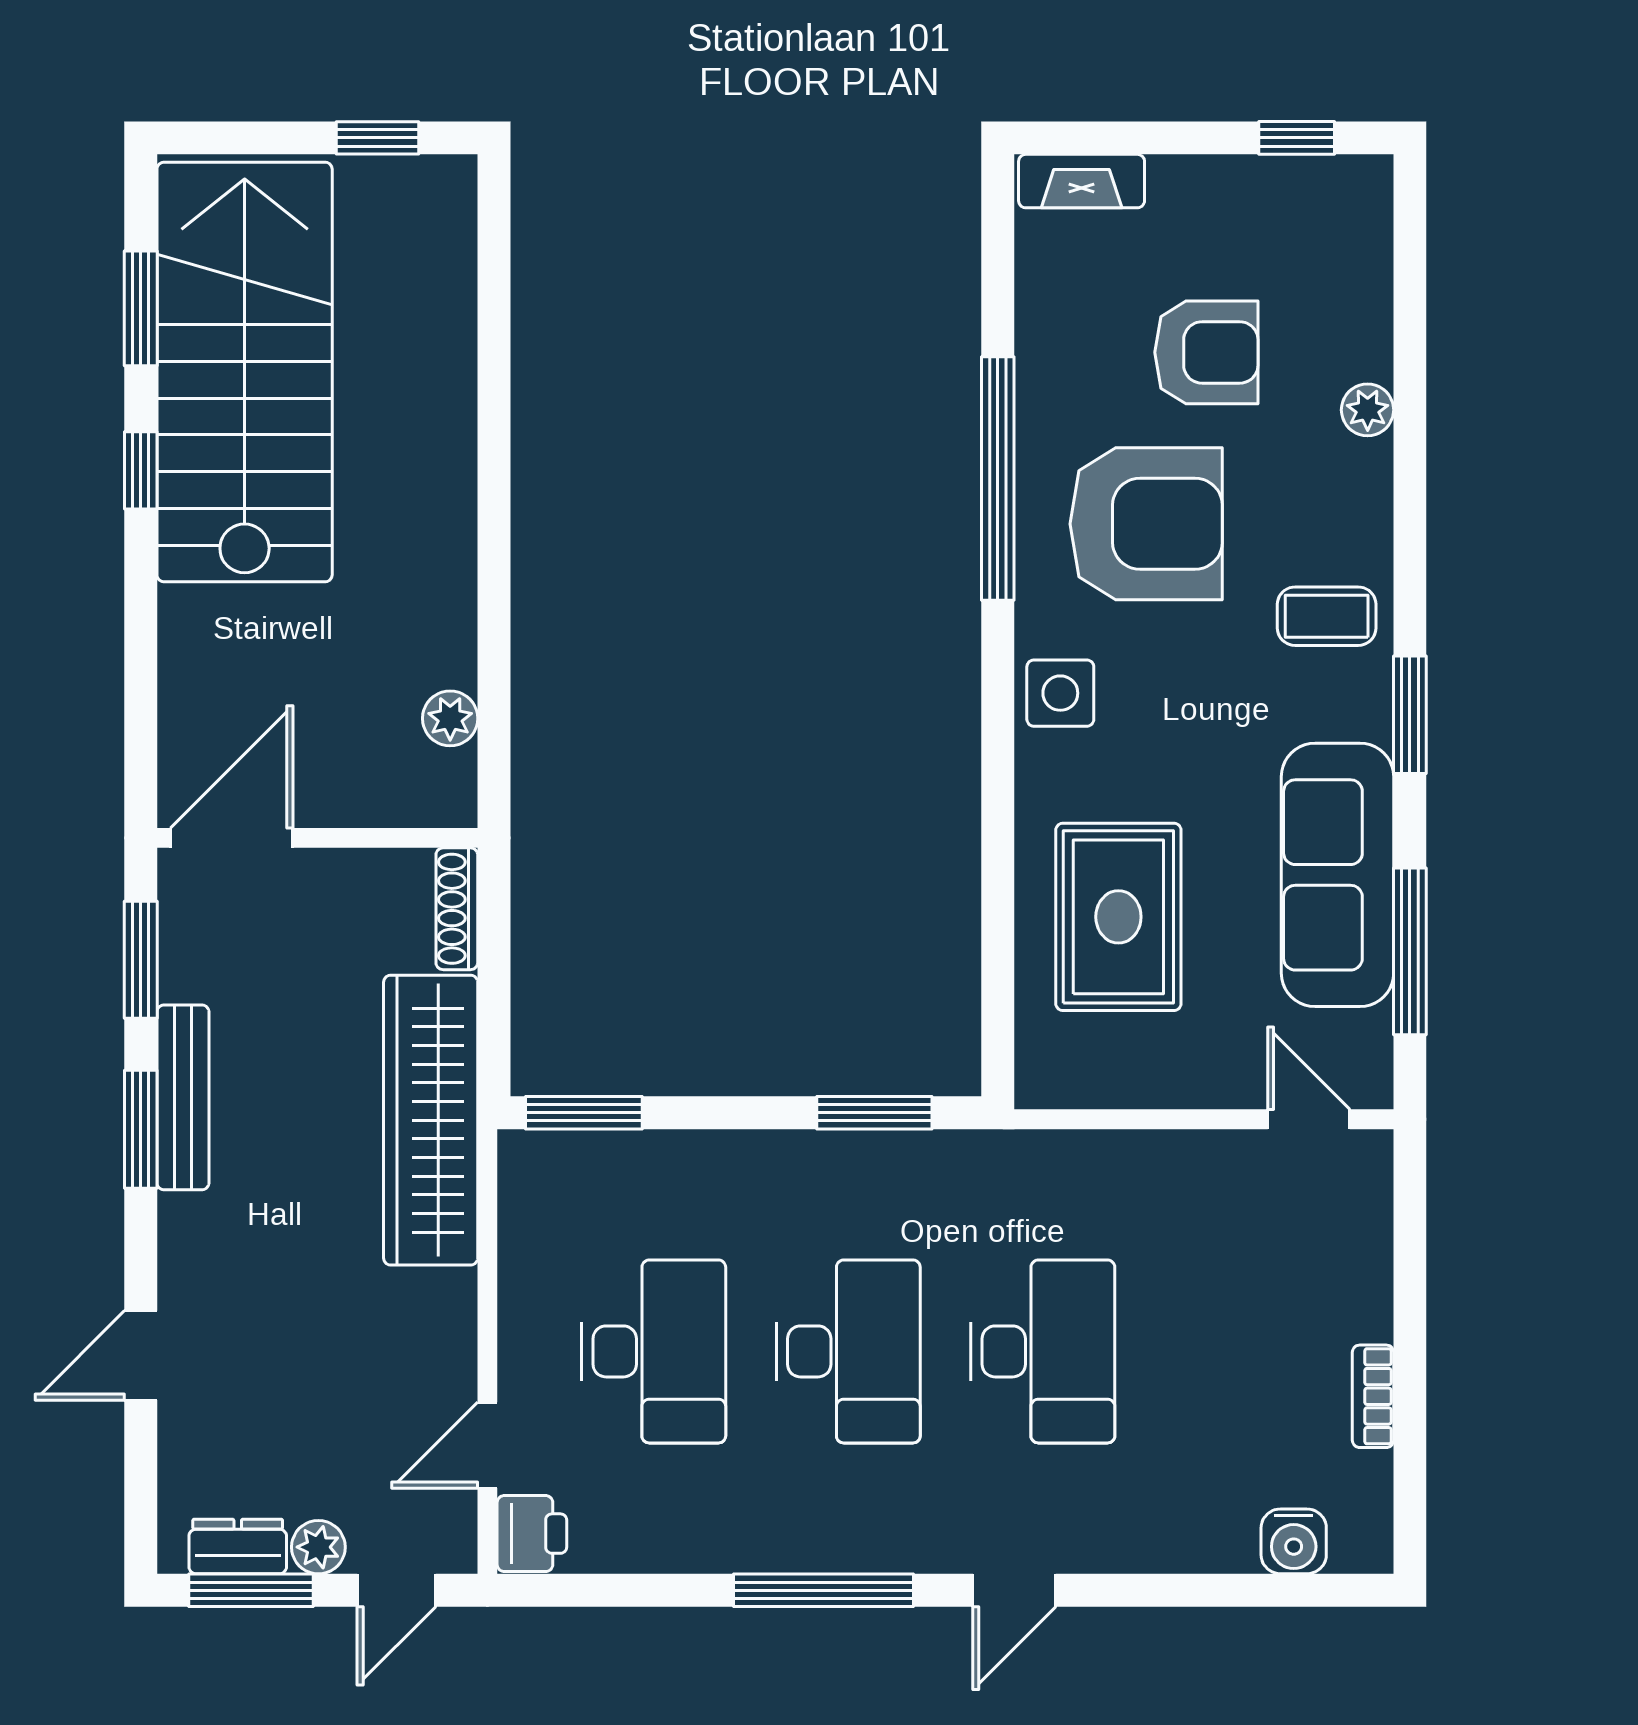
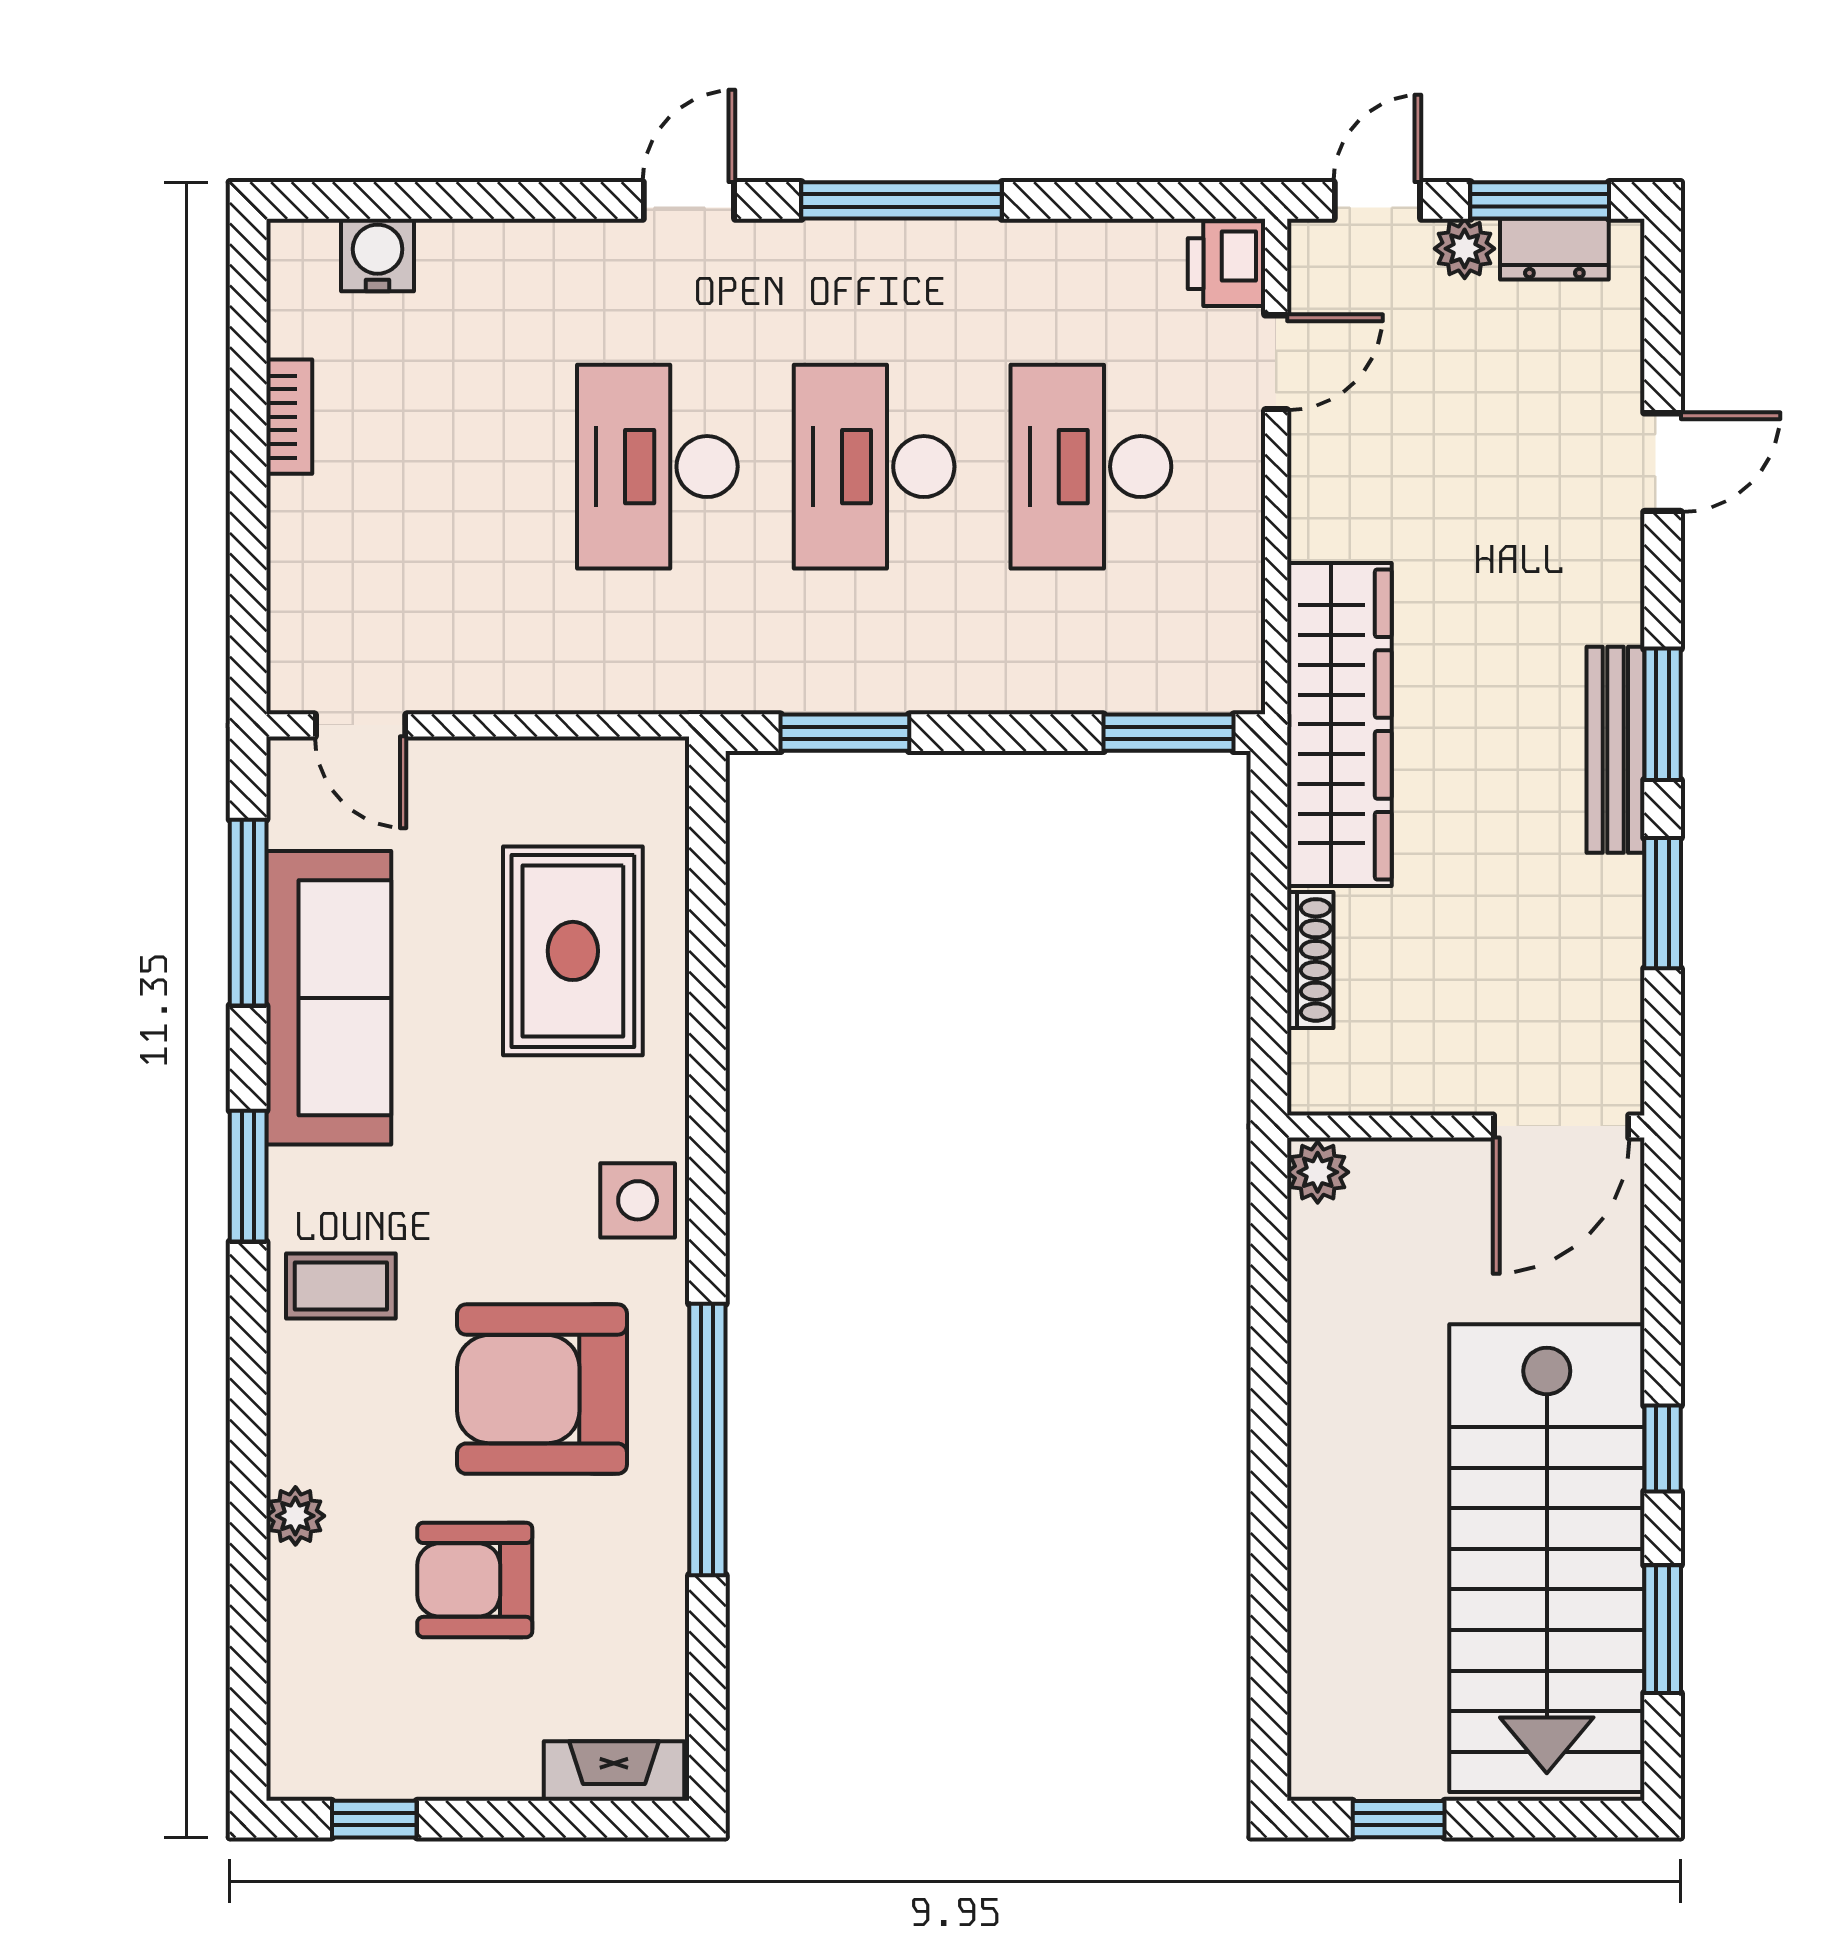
door: (232, 838) -> (1561, 1126), moved
wall: (317, 838) -> (1466, 1126), moved

